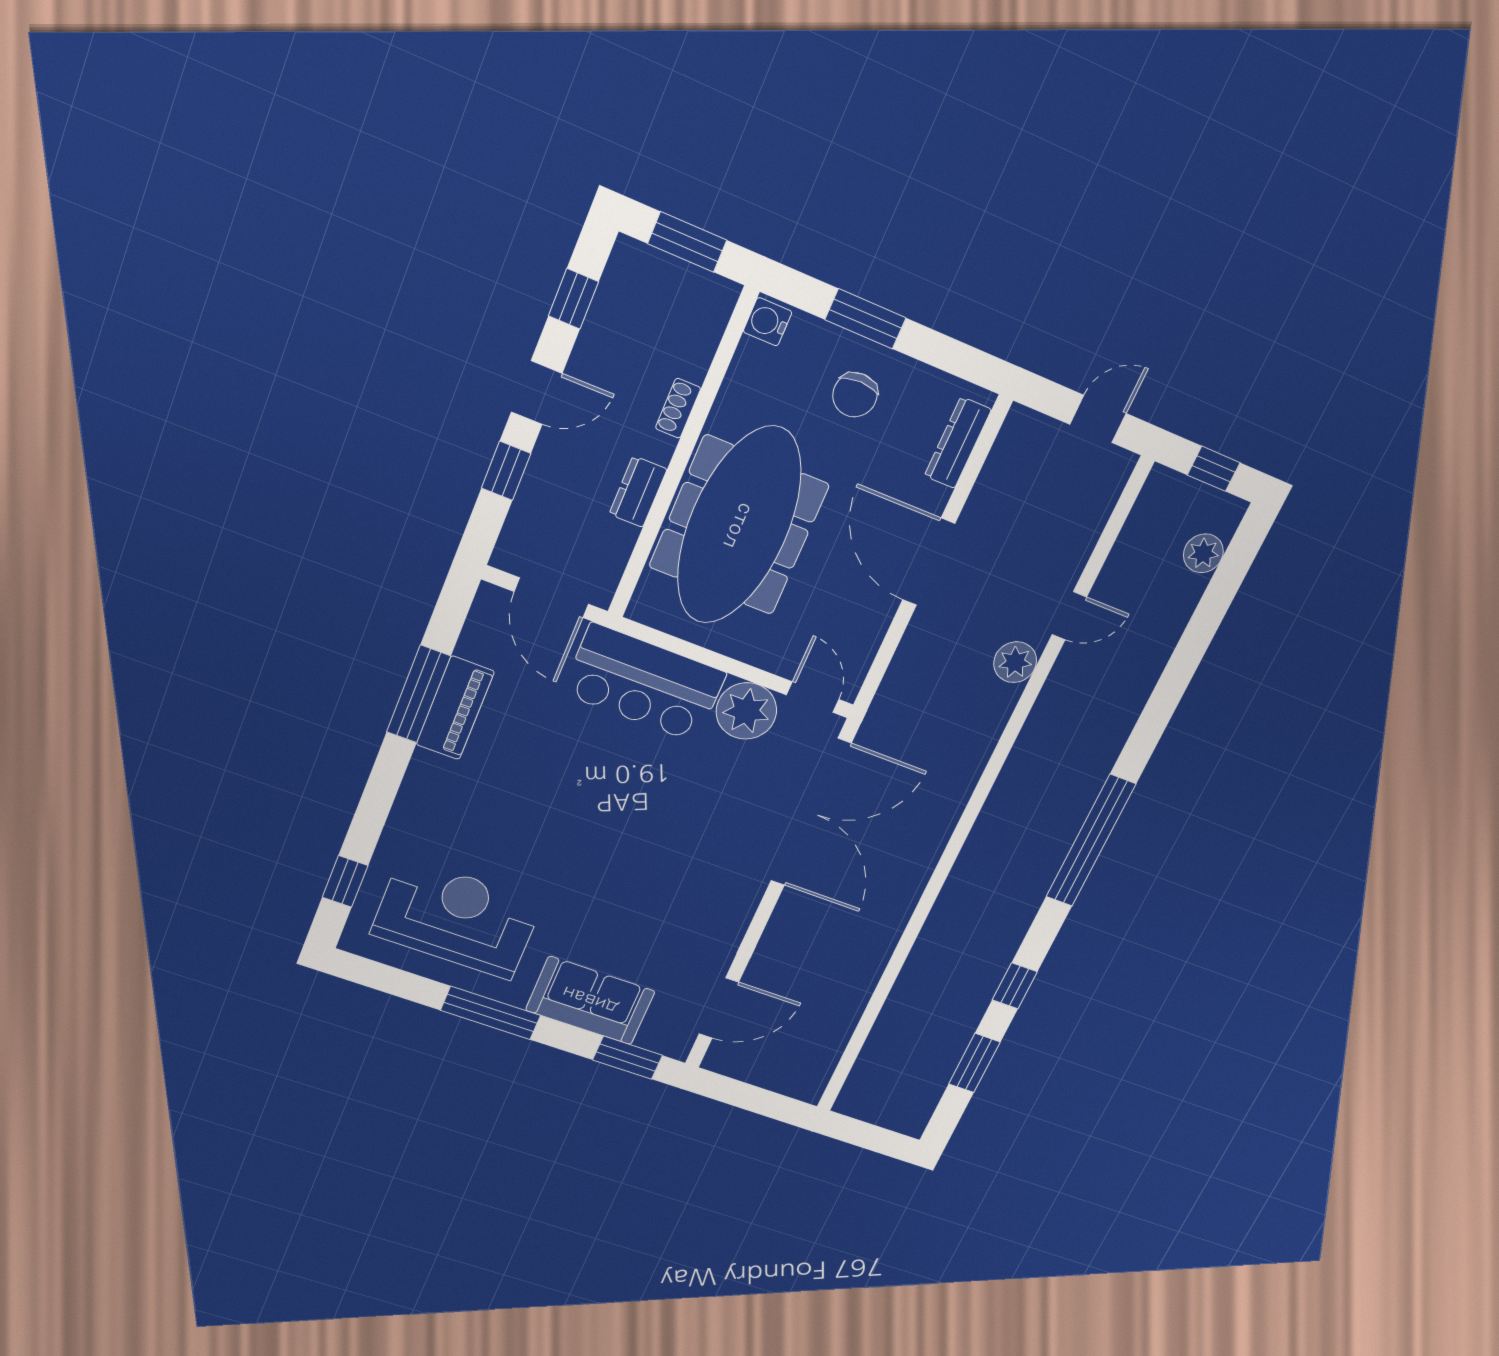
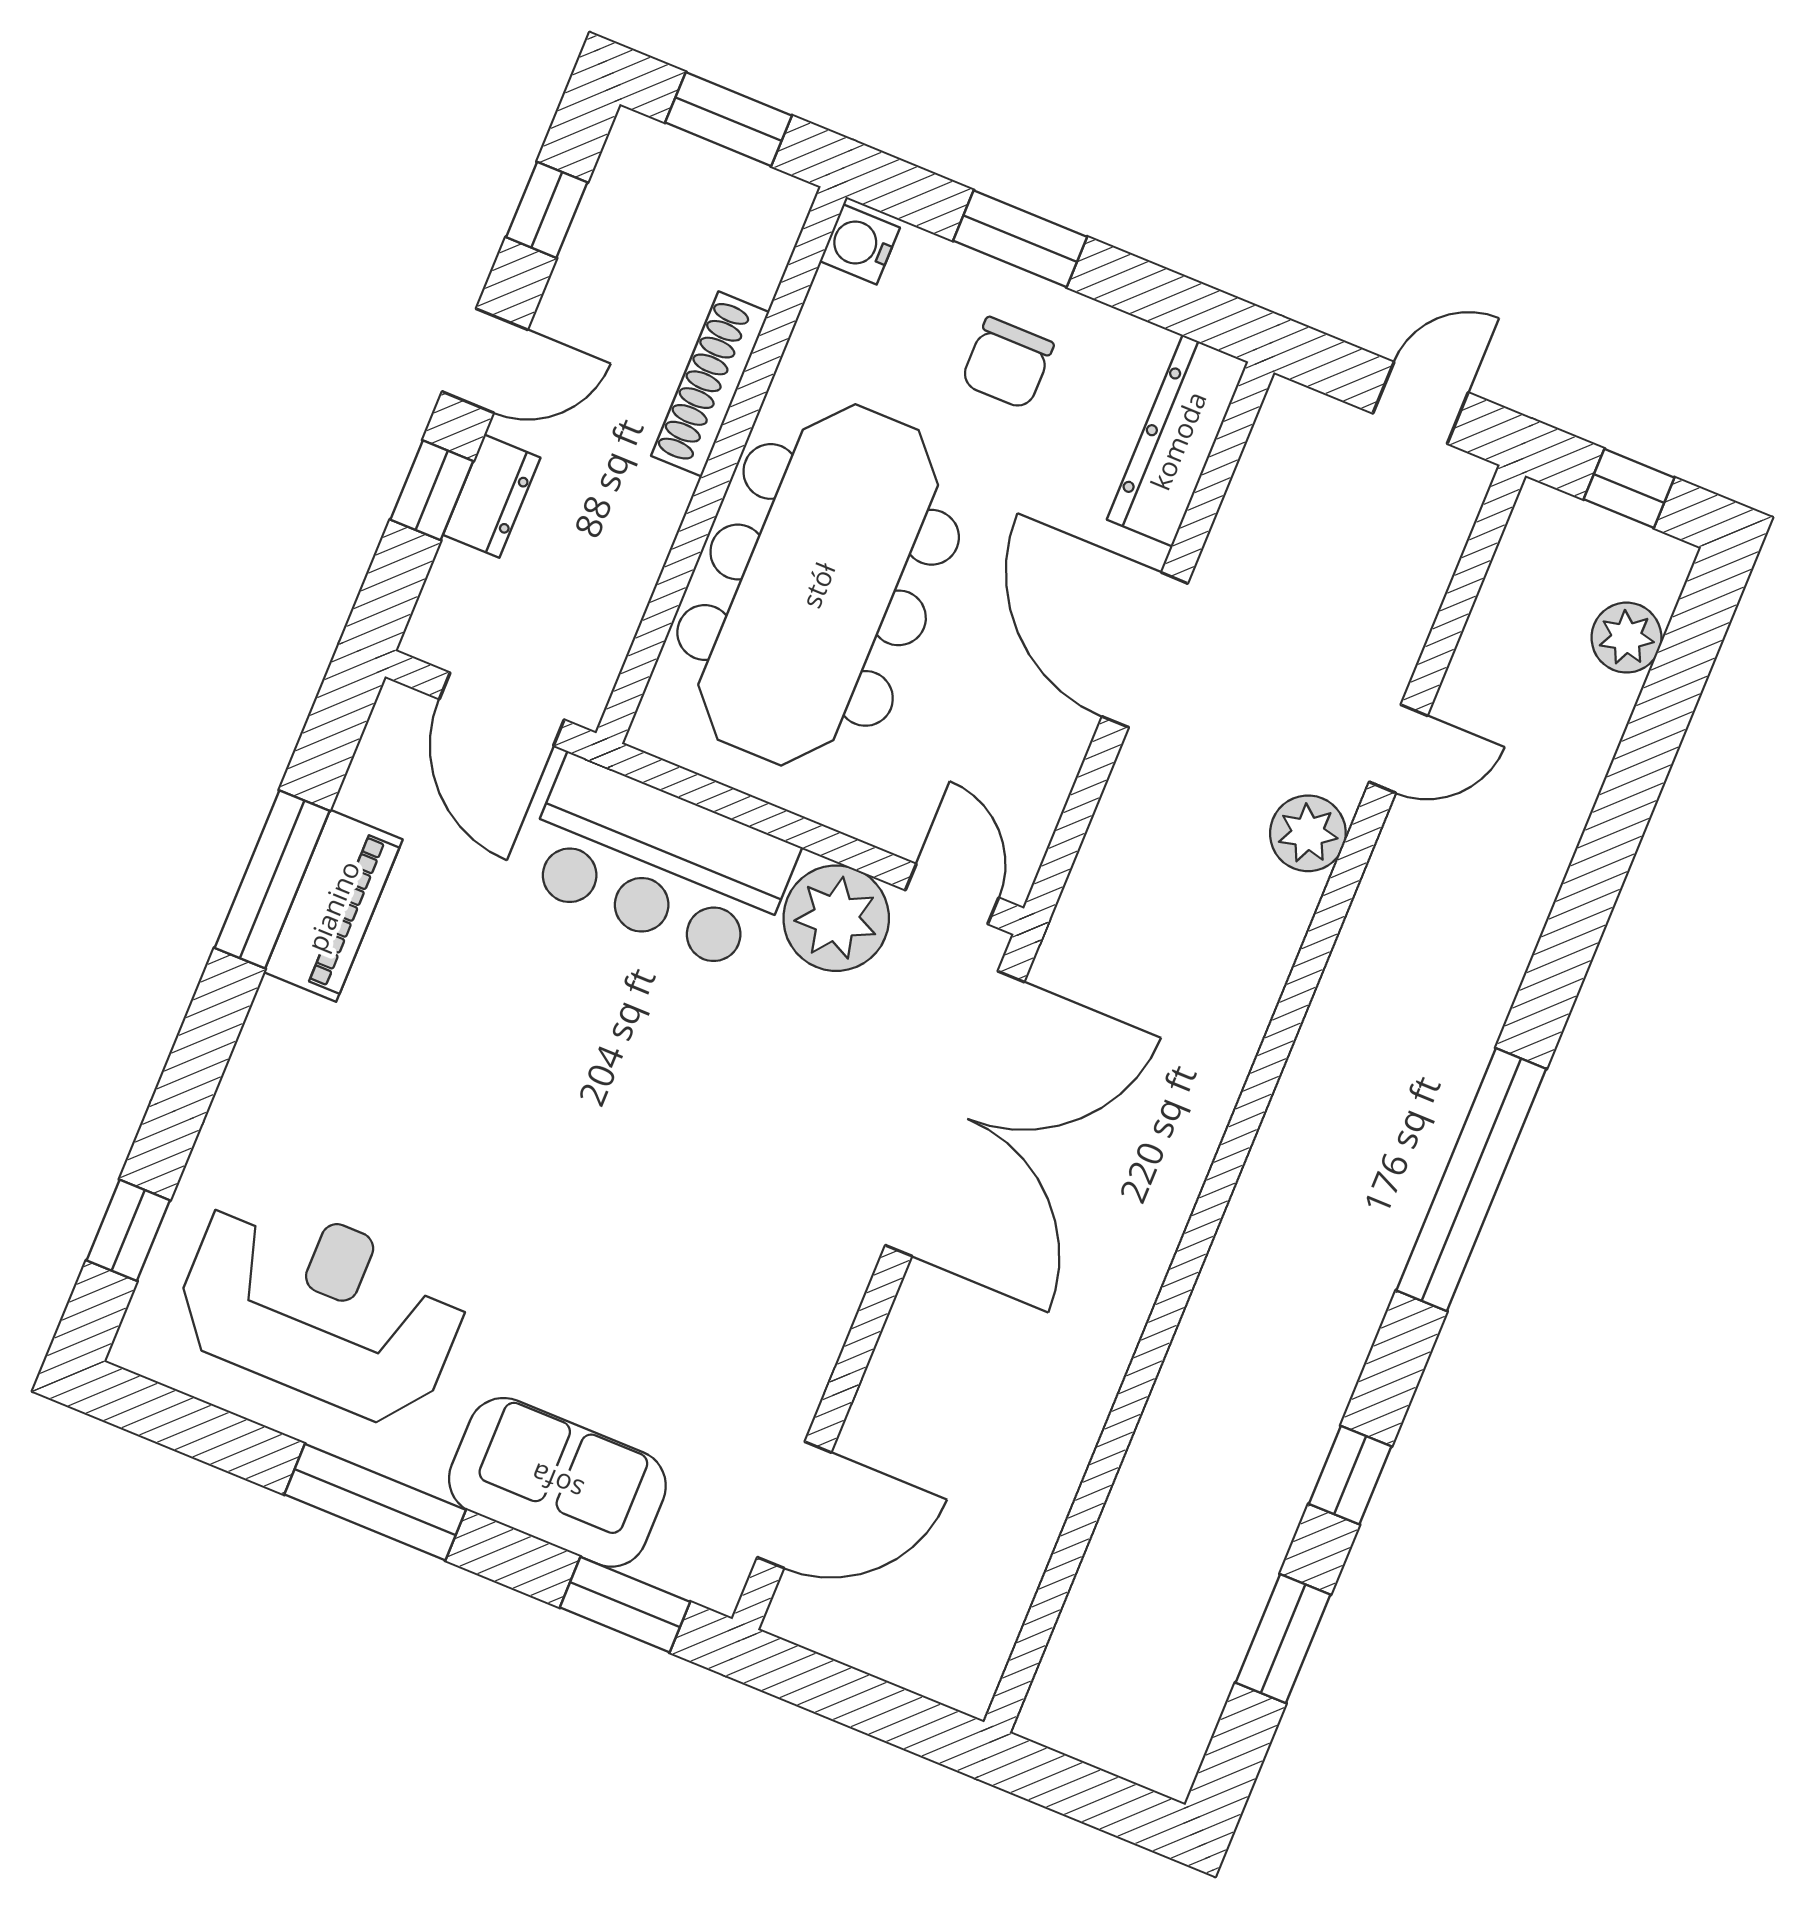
shoe rack: (678, 408) -> (710, 384), width x1.94, depth x1.24
dresser: (958, 443) -> (1178, 441), width x1.37, depth x1.24
dresser: (638, 492) -> (492, 496), moved, turned 180

